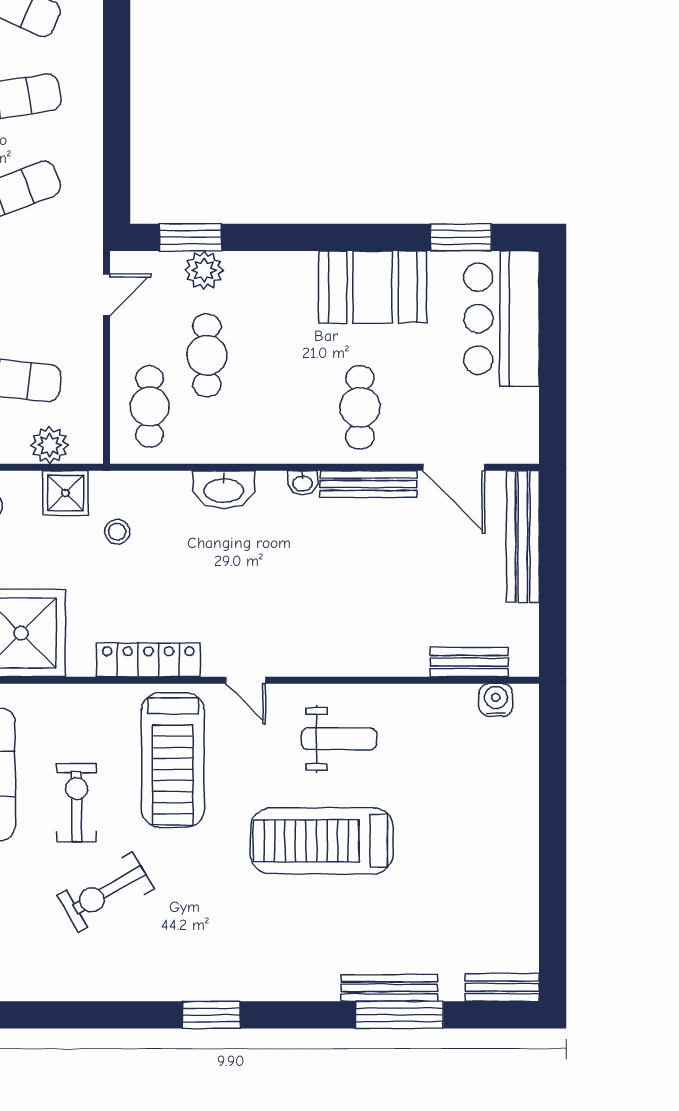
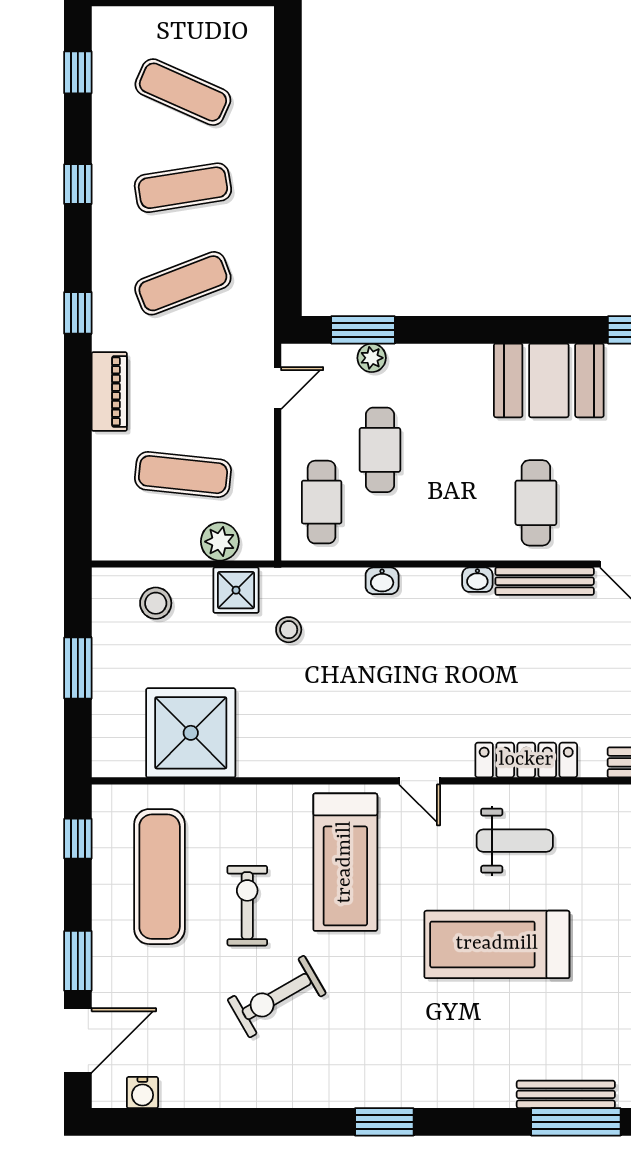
plant: (204, 270) -> (372, 358), width x0.73, depth x0.73
washbasin: (224, 490) -> (382, 581), width x0.52, depth x0.69
locker: (148, 660) -> (526, 760), moved

